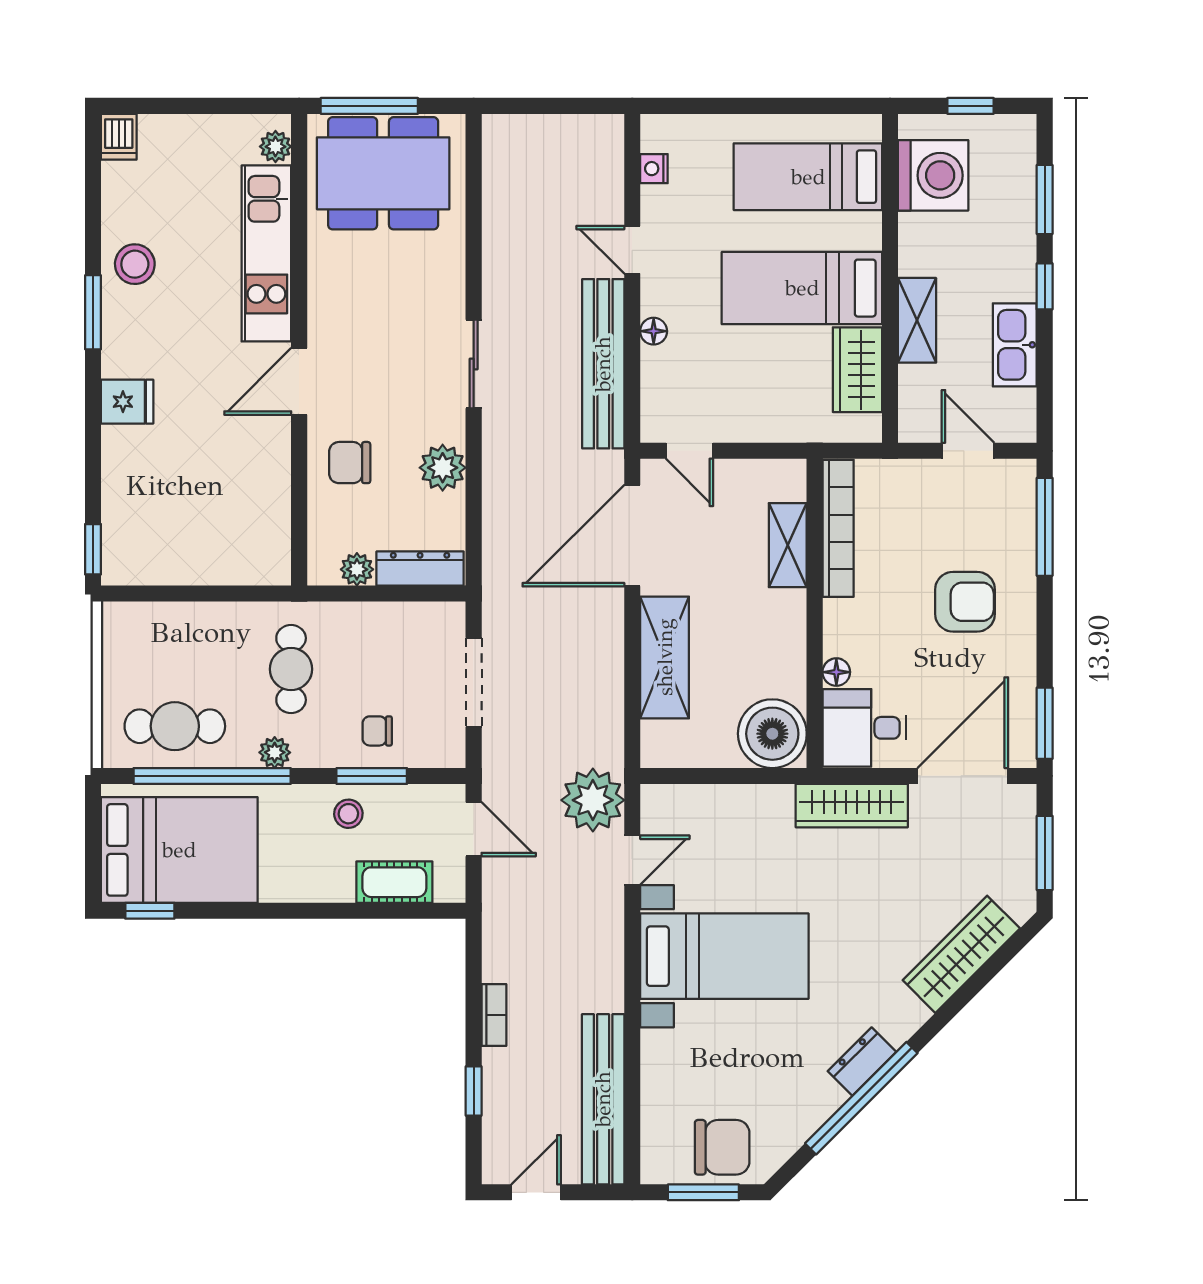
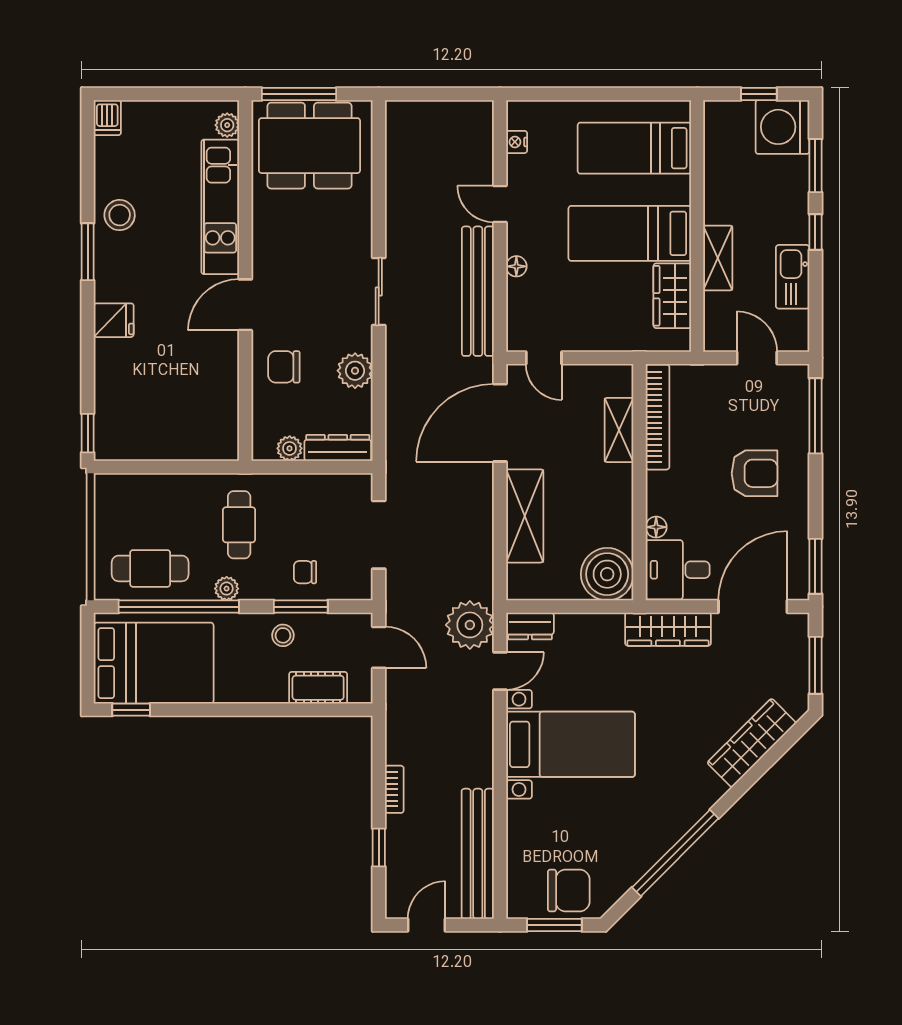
washing machine: (933, 175) -> (782, 127), moved, turned 180
dresser: (862, 1062) -> (530, 626), moved, turned -135

